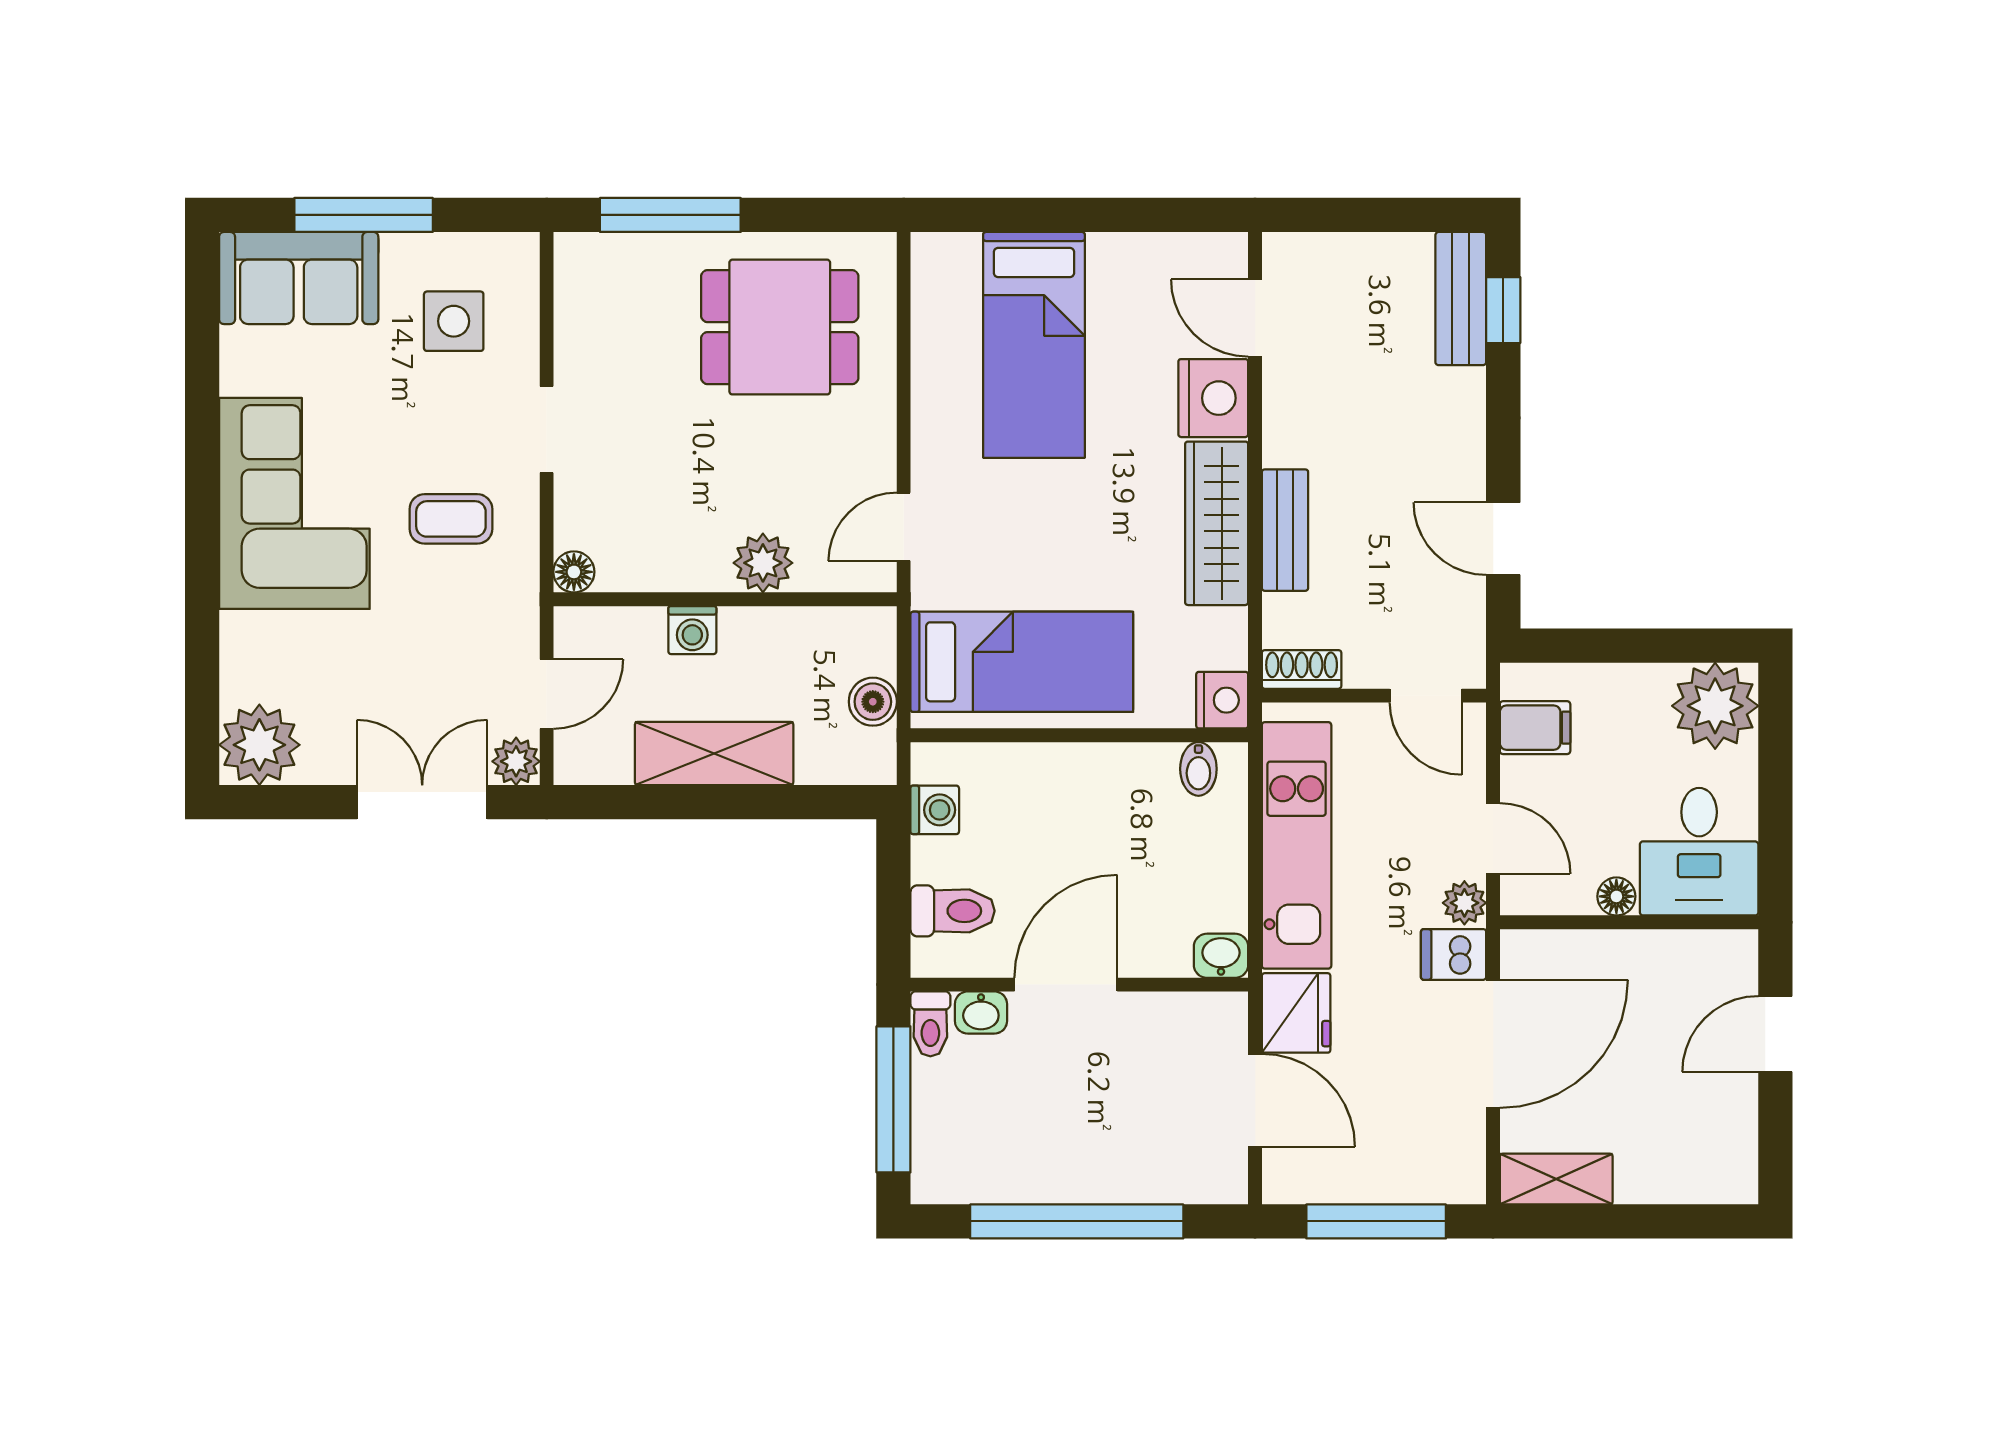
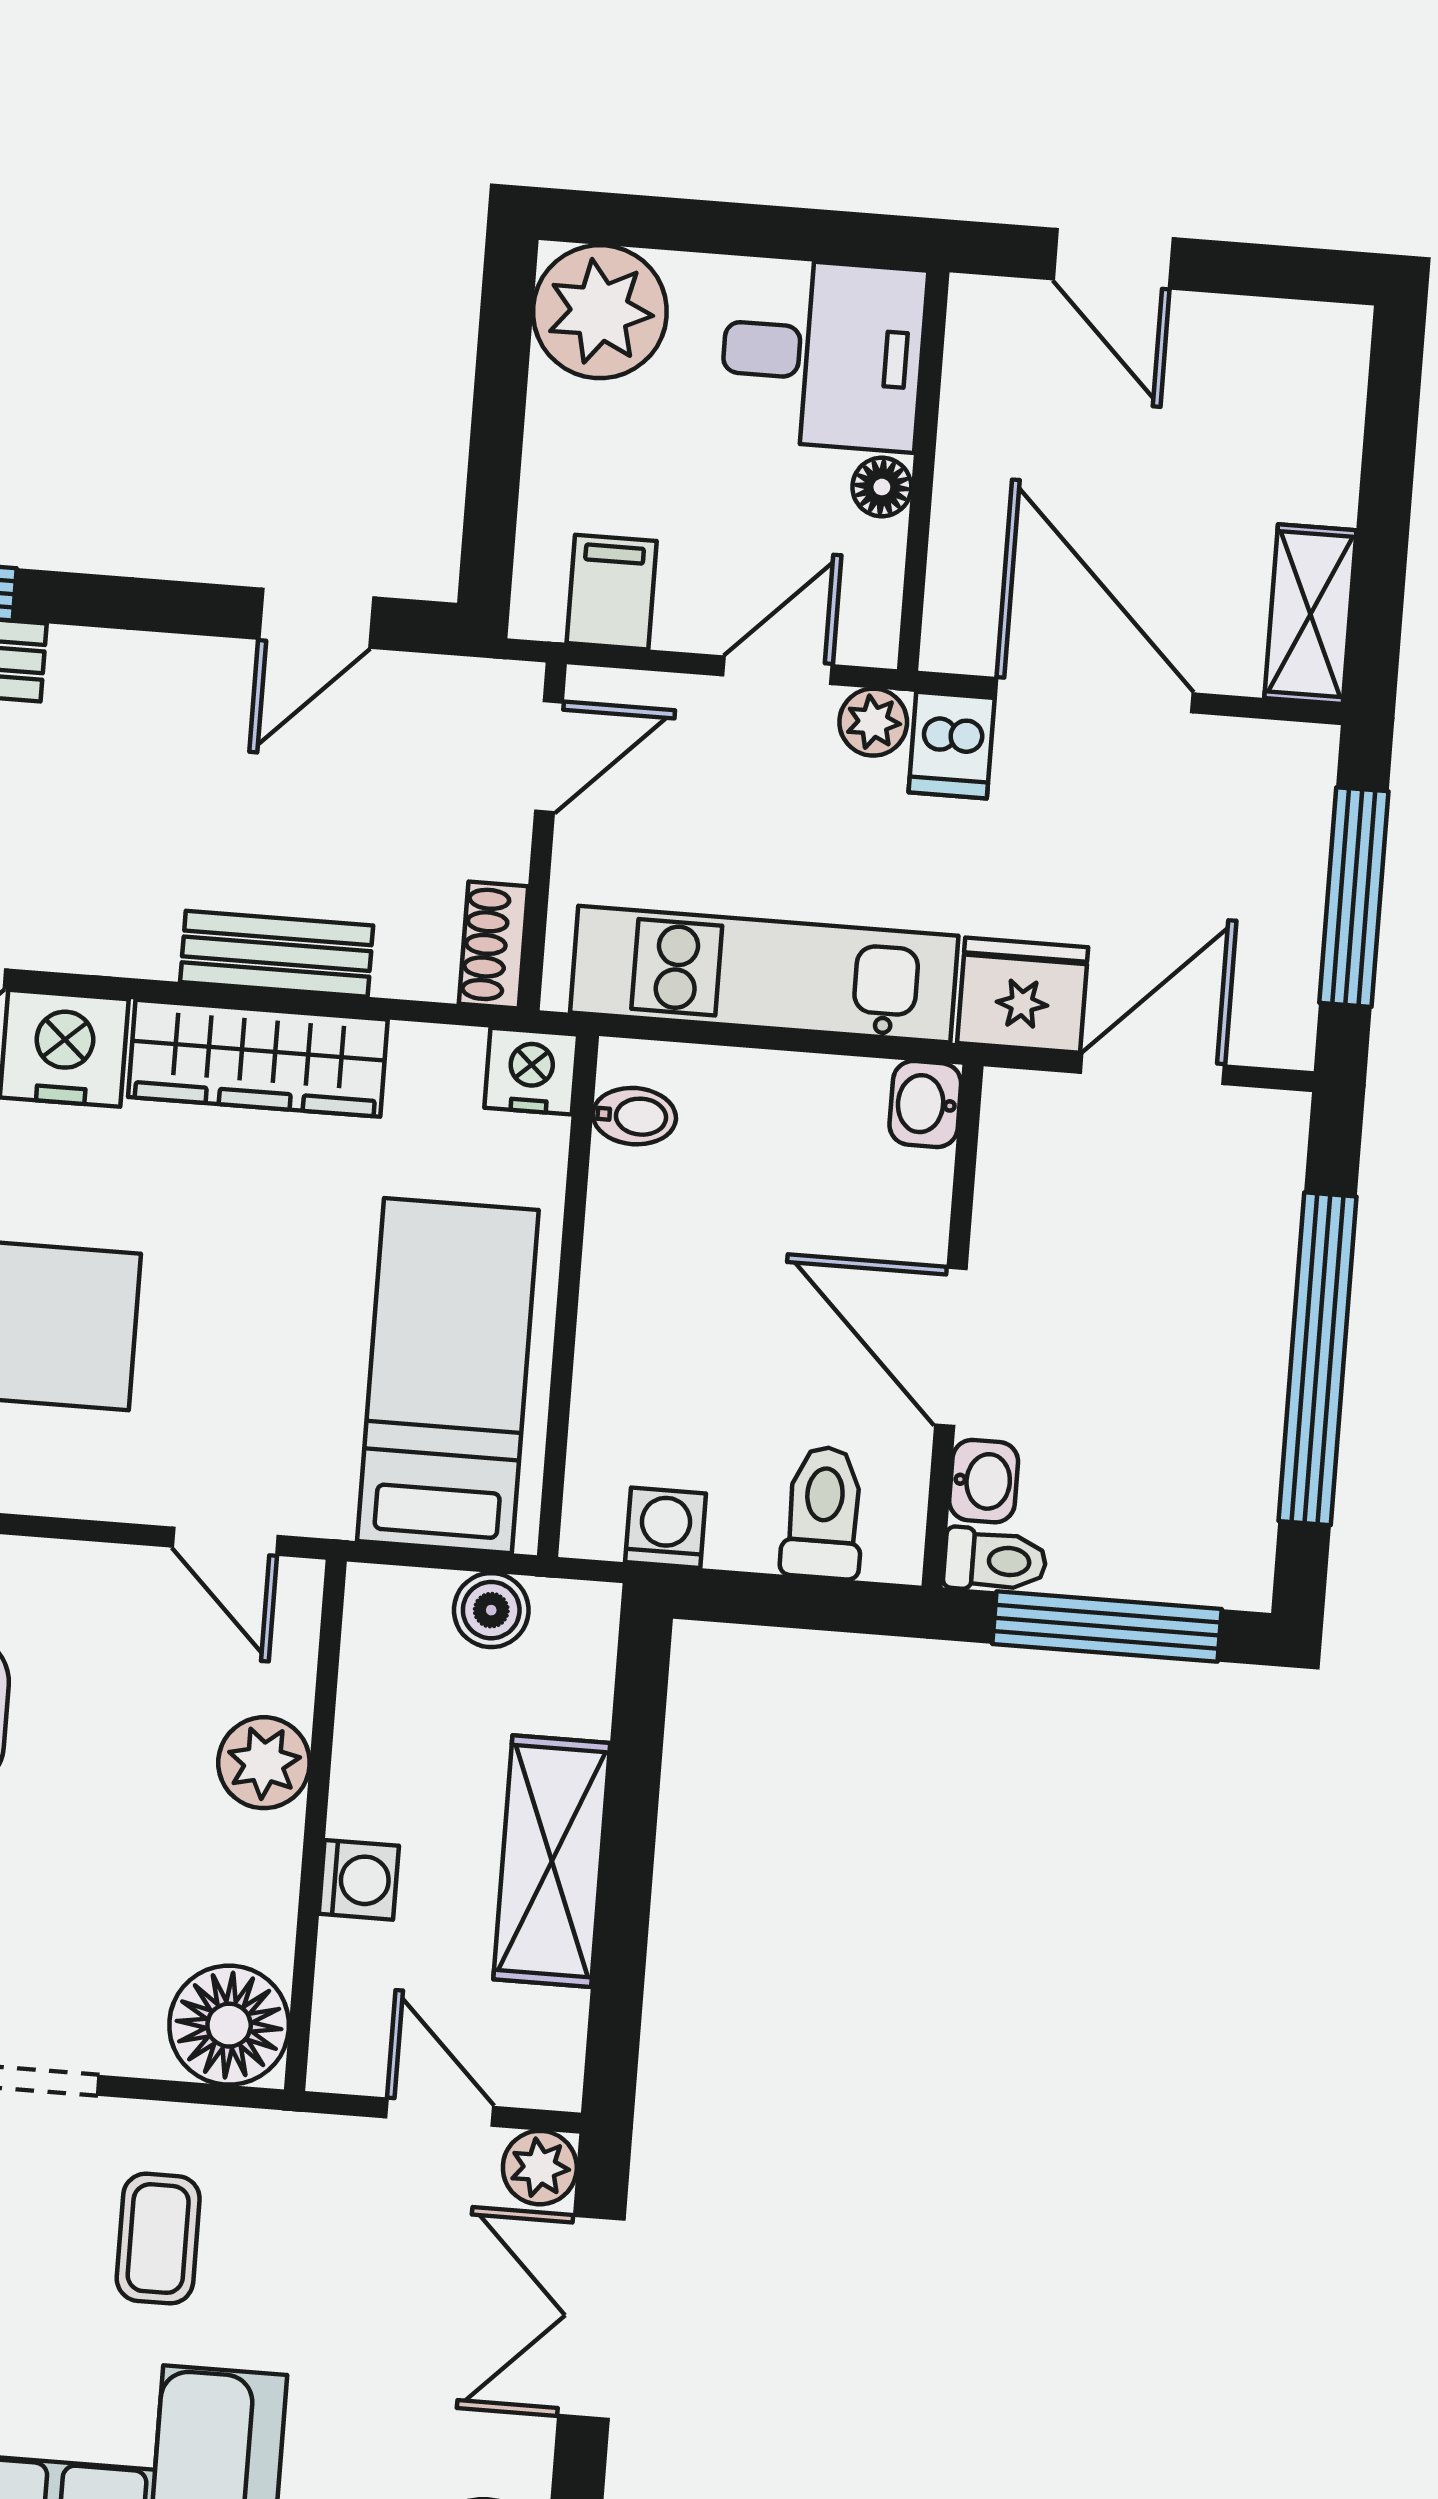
floor lamp: (574, 572) -> (229, 2025), width x1.89, depth x1.89

